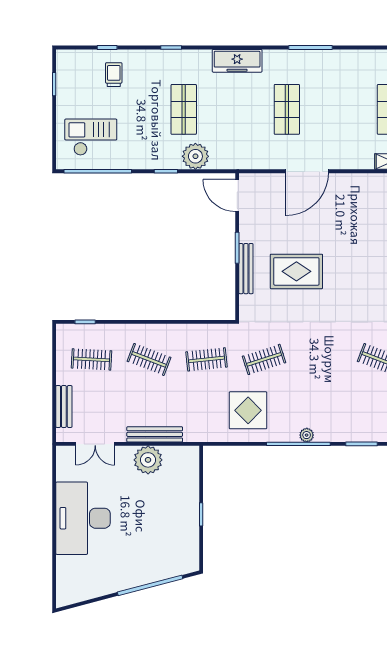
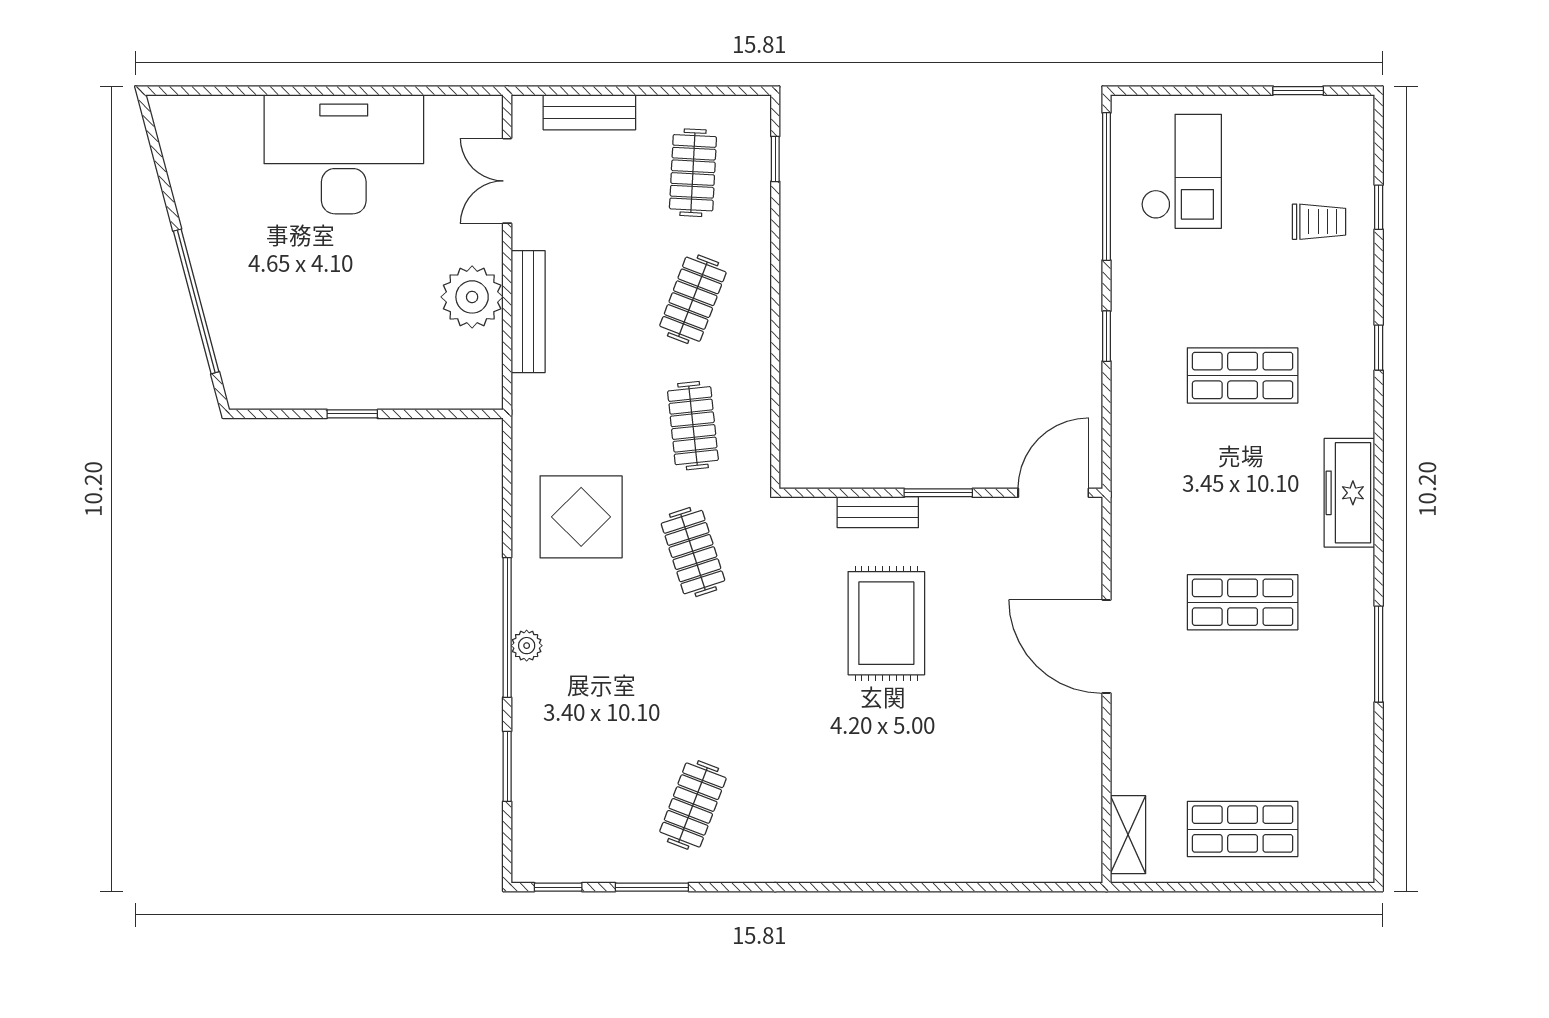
plant: (195, 156) -> (1140, 401), removed
bench: (246, 269) -> (878, 512), width x0.73

